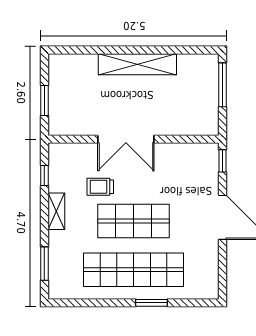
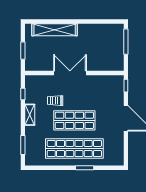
shelving: (137, 64) -> (55, 30), moved
double door: (126, 139) -> (70, 73), swing flipped

